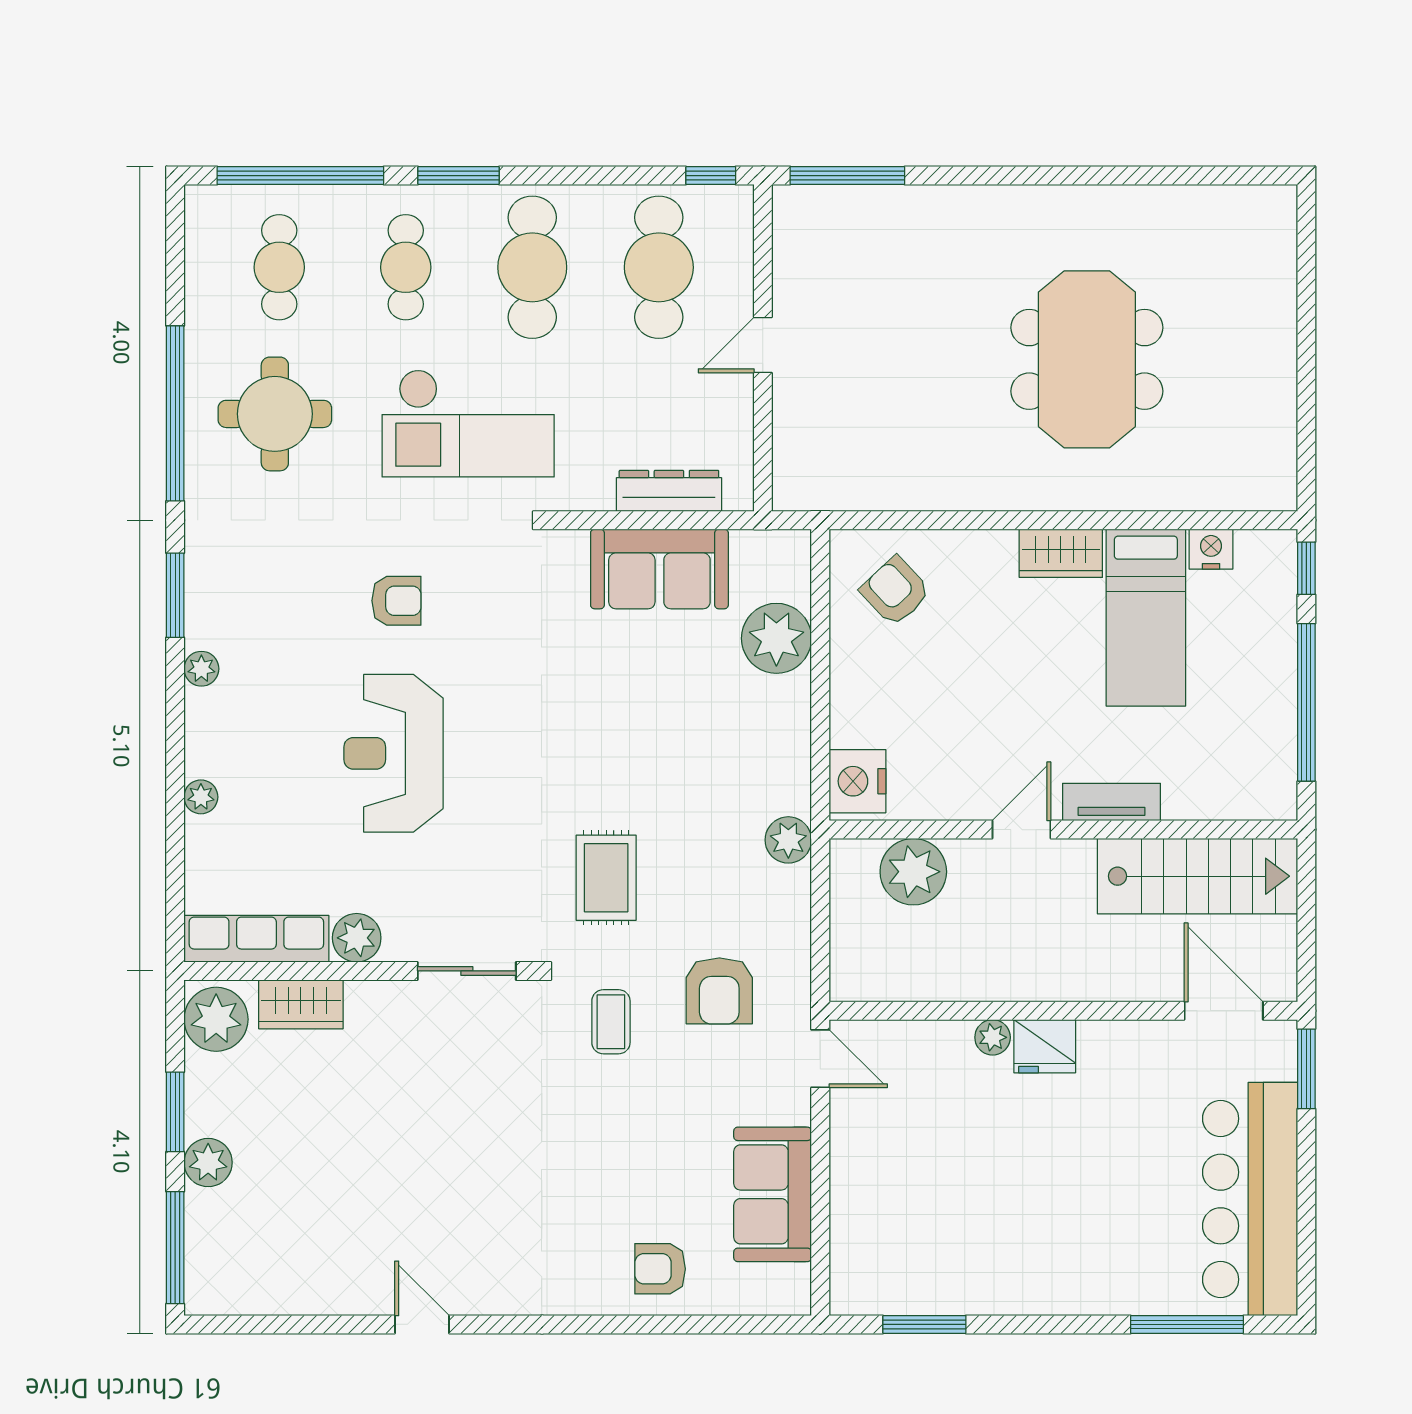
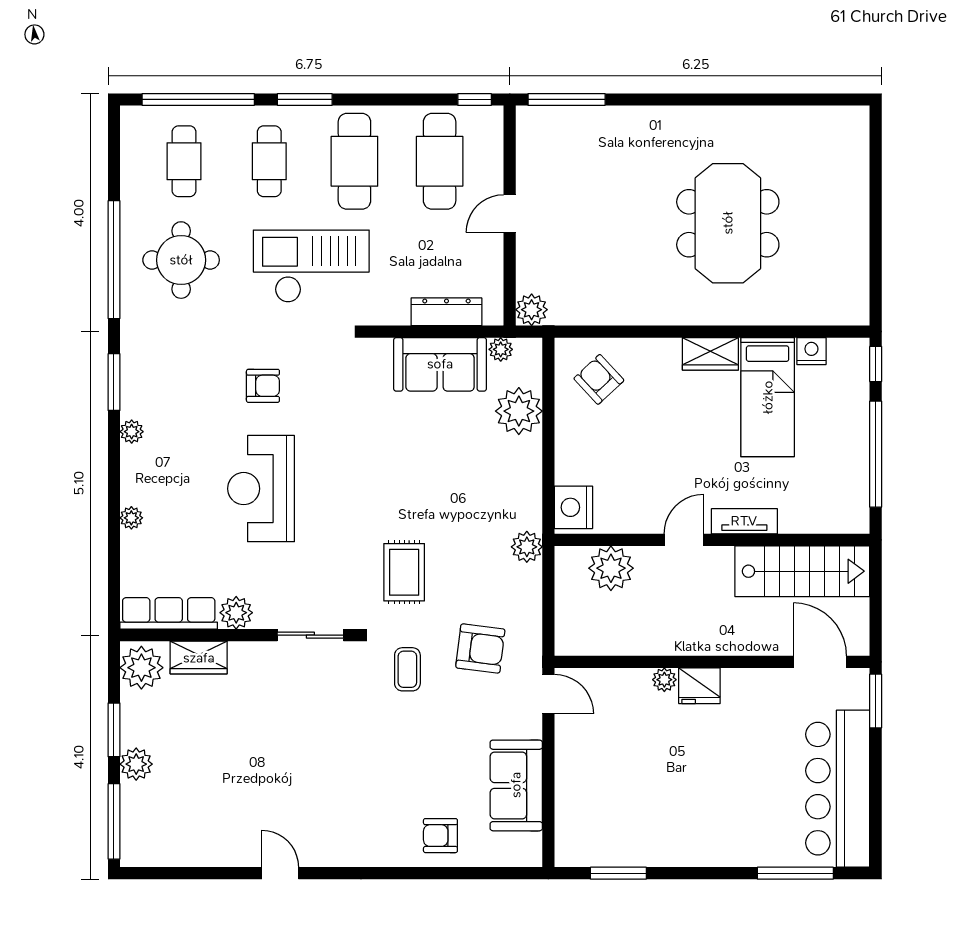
checkout: (468, 423) -> (311, 266), turned 180
plant: (795, 488) -> (532, 310), added
plant: (750, 547) -> (501, 349), added
armchair: (719, 991) -> (480, 648), turned -83

